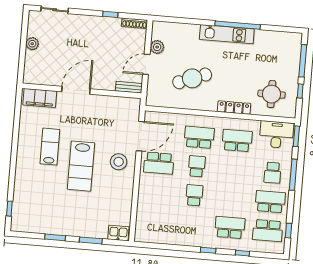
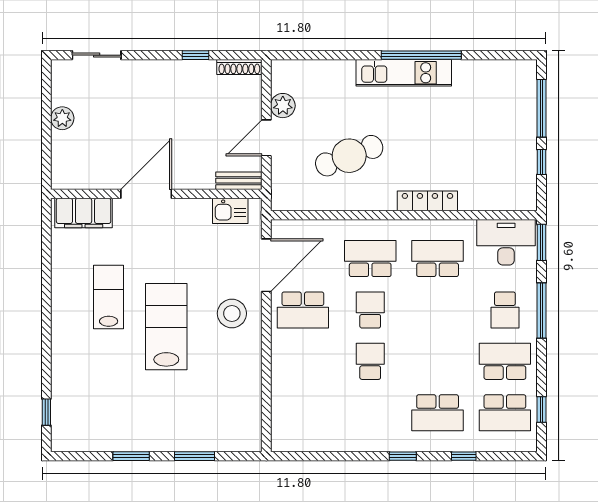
round table: (271, 94) -> (491, 172), removed
lab bench: (81, 166) -> (166, 327), turned 180
school desk: (230, 227) -> (438, 413), turned 180
kitchen sink: (118, 233) -> (230, 211), moved, turned 180

